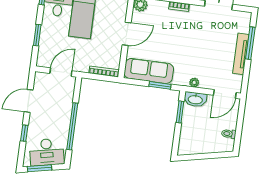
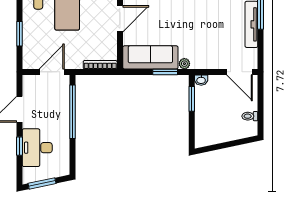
plant: (194, 83) -> (184, 64), moved
door: (225, 94) -> (239, 72), hinge flipped
washbasin: (195, 99) -> (201, 80), width x0.52, depth x0.69
window: (72, 126) -> (73, 112), moved
desk: (47, 152) -> (37, 148), moved, turned 102

